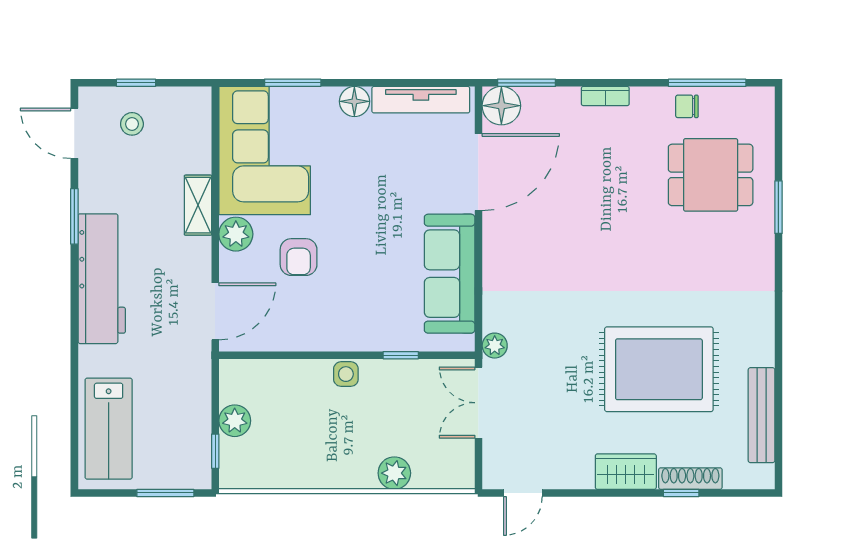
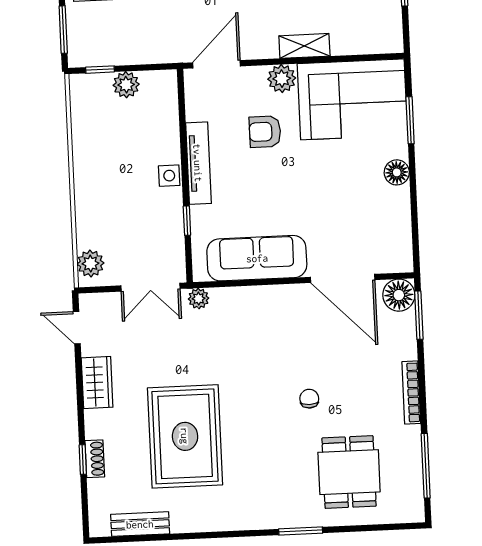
bookcase: (605, 96) -> (411, 392), width x1.56
tv unit: (421, 100) -> (198, 163), moved, turned 180
chair: (687, 106) -> (309, 399), moved
window: (778, 207) -> (301, 531), moved
door: (215, 311) -> (217, 64), swing flipped
double door: (478, 403) -> (150, 287), swing flipped
bench: (762, 415) -> (140, 524), width x0.73
wardrobe: (626, 472) -> (97, 382), moved
plant: (394, 473) -> (90, 264), moved
shoe rack: (690, 479) -> (95, 459), width x0.70

